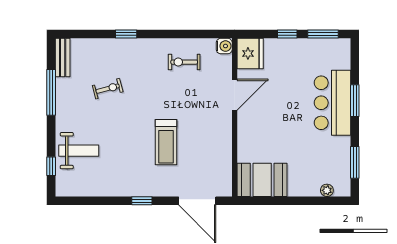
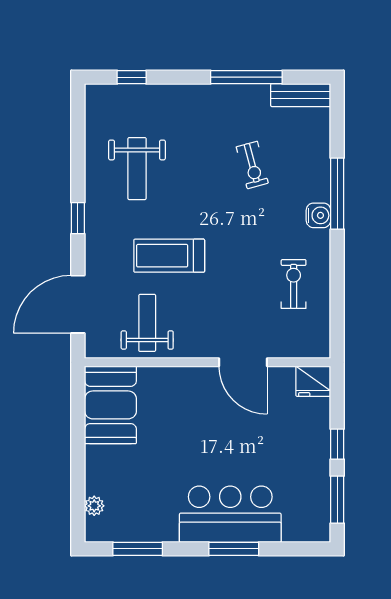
window: (126, 34) -> (337, 194), width x2.17
water cooler: (224, 46) -> (318, 215), moved, turned -90
fridge: (250, 53) -> (313, 381), width x0.73, depth x0.75
weight bench: (79, 151) -> (137, 169), moved
weight bench: (209, 156) -> (147, 323), added

